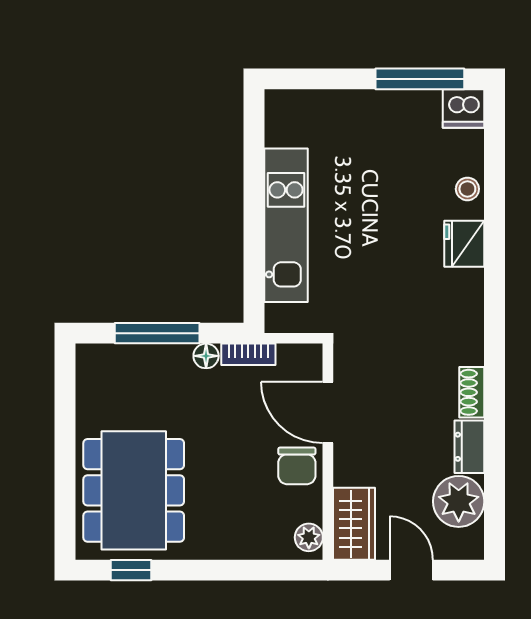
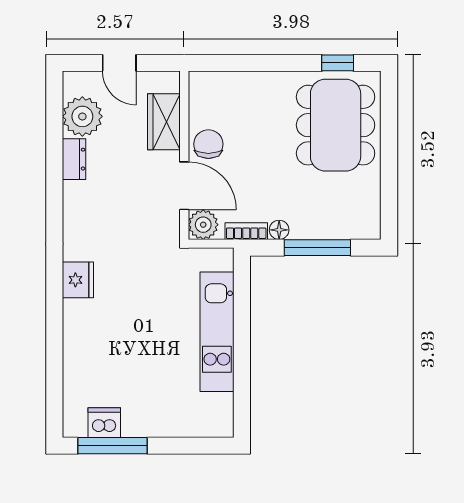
dishwasher: (464, 109) -> (104, 423), moved
stool: (467, 189) -> (75, 360), removed
fridge: (464, 244) -> (78, 280), moved
shoe rack: (472, 392) -> (72, 202), removed
wardrobe: (354, 524) -> (164, 122), moved
plant: (309, 537) -> (203, 225), moved, width x1.38, depth x1.38

